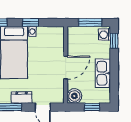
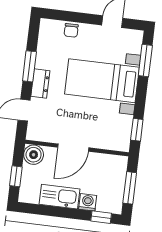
window: (30, 23) -> (137, 130), moved
washing machine: (104, 35) -> (88, 202), moved
door: (66, 68) -> (73, 148), hinge flipped

